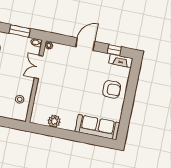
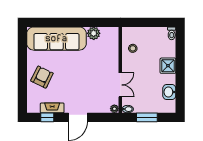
fireplace: (121, 61) -> (52, 108), moved
armchair: (112, 89) -> (42, 77), turned 116
sofa: (97, 127) -> (56, 39), width x1.36, depth x1.27

